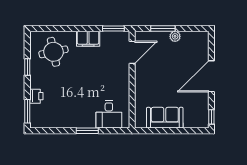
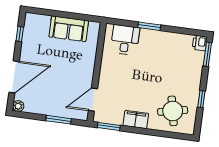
plant: (175, 36) -> (18, 106), moved
door: (211, 76) -> (14, 77), moved
printer: (36, 96) -> (200, 43), moved
window: (211, 117) -> (20, 34), moved

